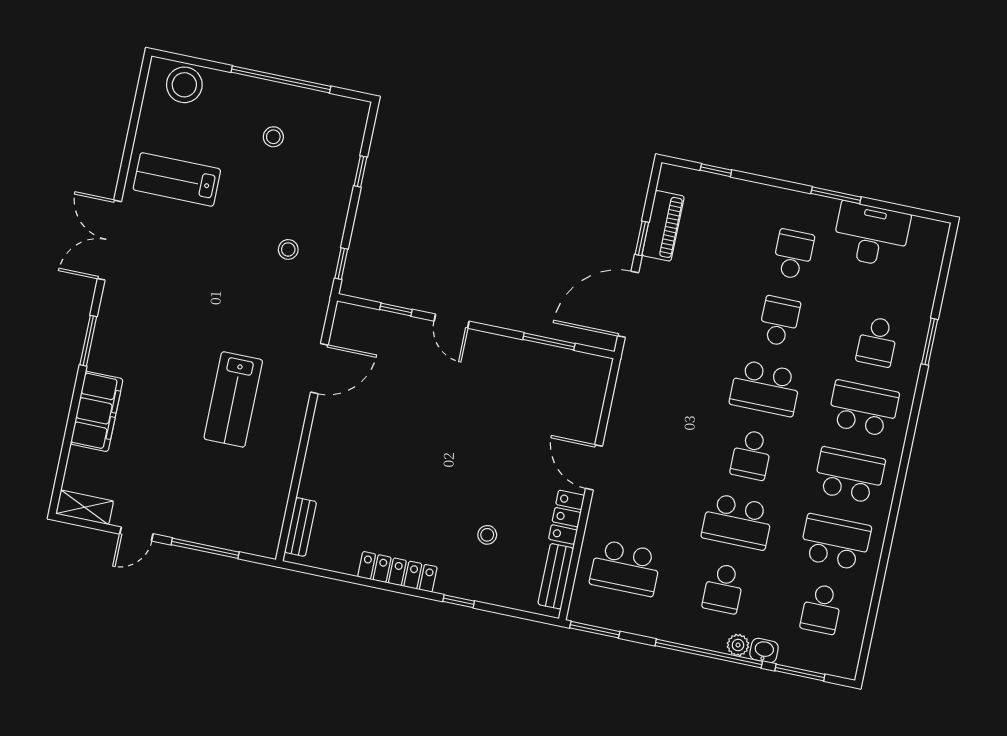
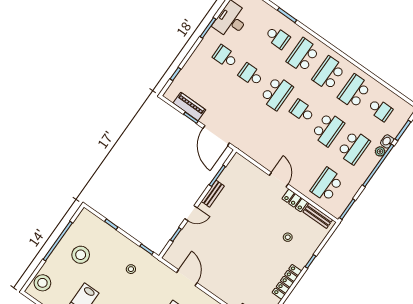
stool: (273, 137) -> (81, 255), width x1.89, depth x1.89
bench: (509, 348) -> (213, 194), added
school desk: (751, 455) -> (302, 111), turned 180
door: (594, 467) -> (279, 180), swing flipped
school desk: (625, 568) -> (327, 185), turned 180
school desk: (723, 588) -> (353, 147), width x1.85

